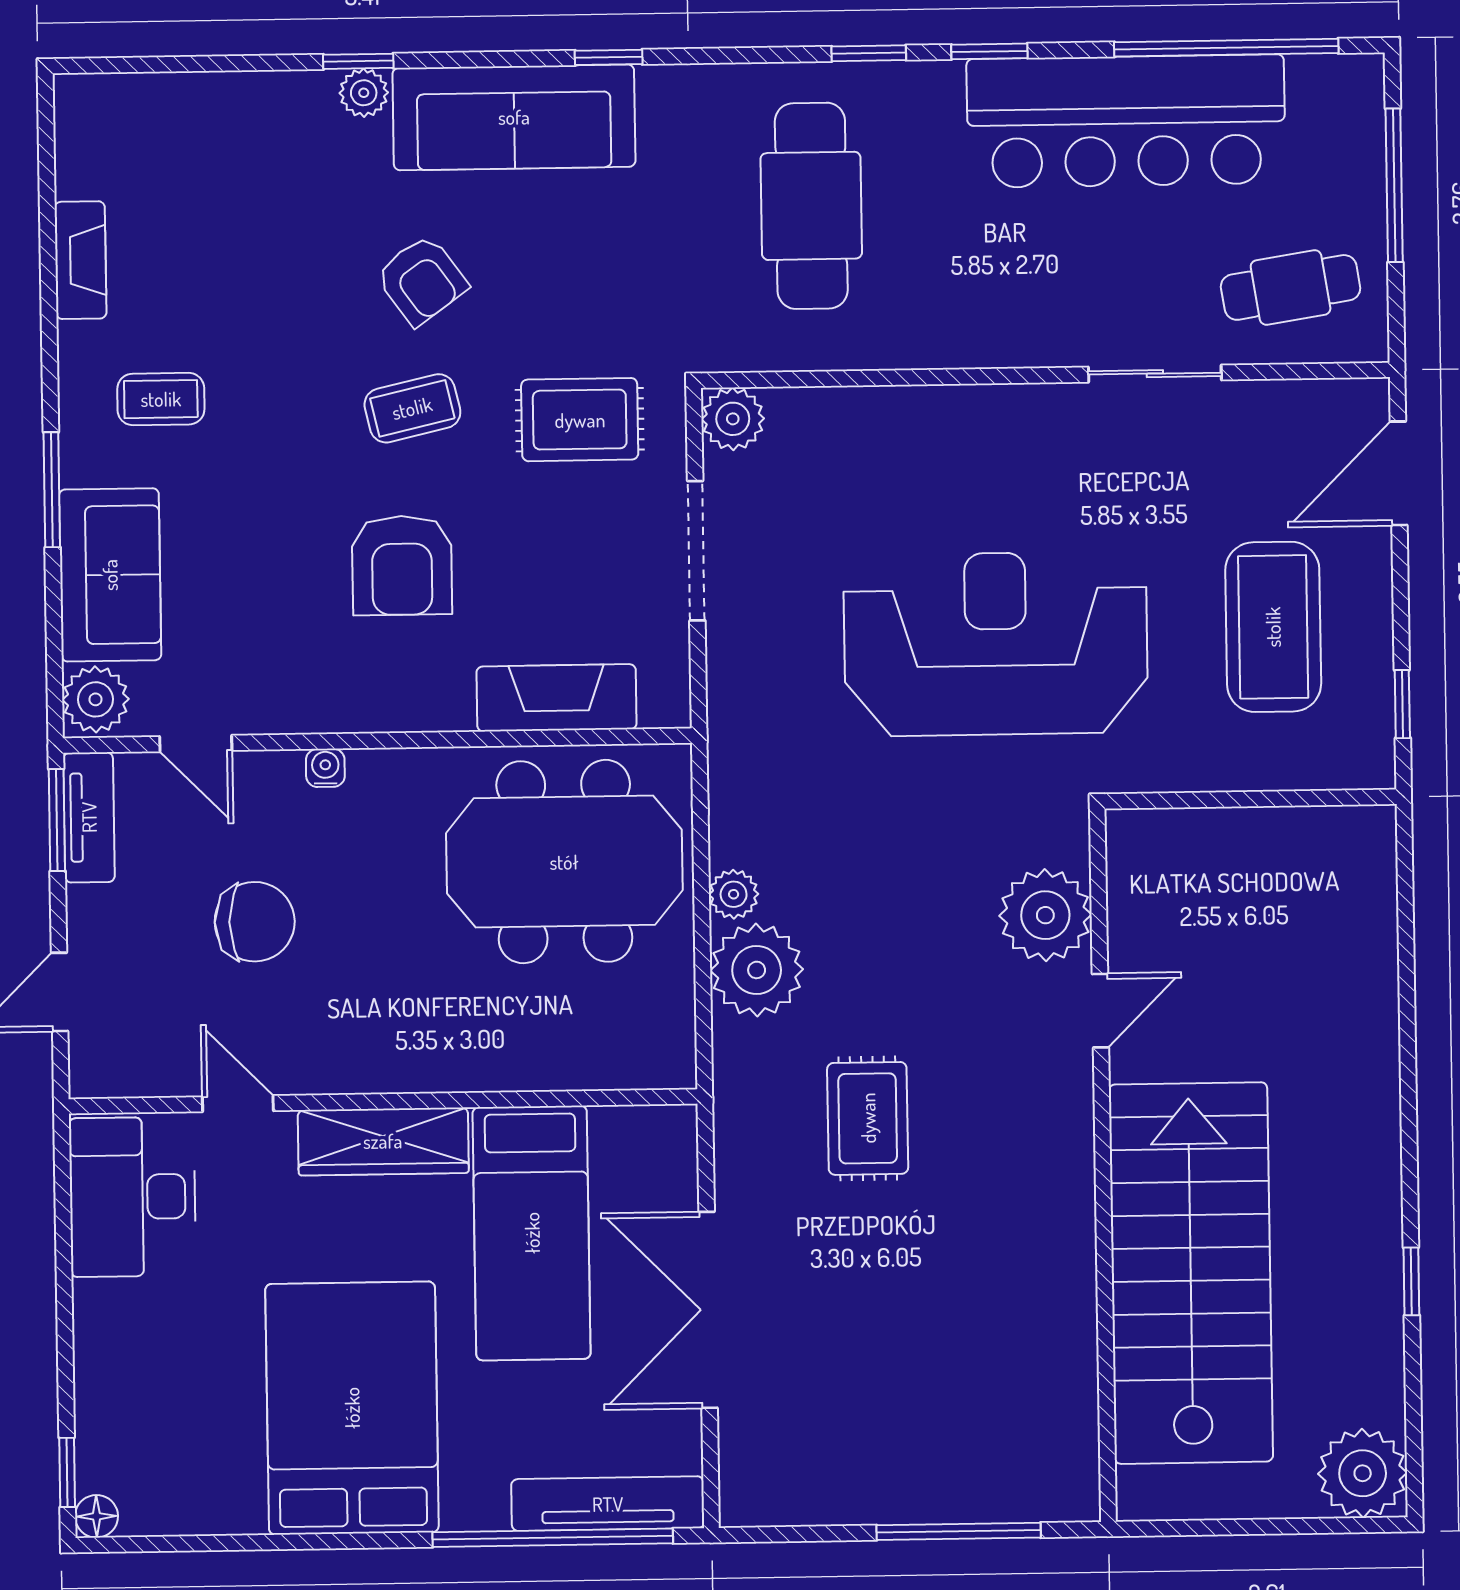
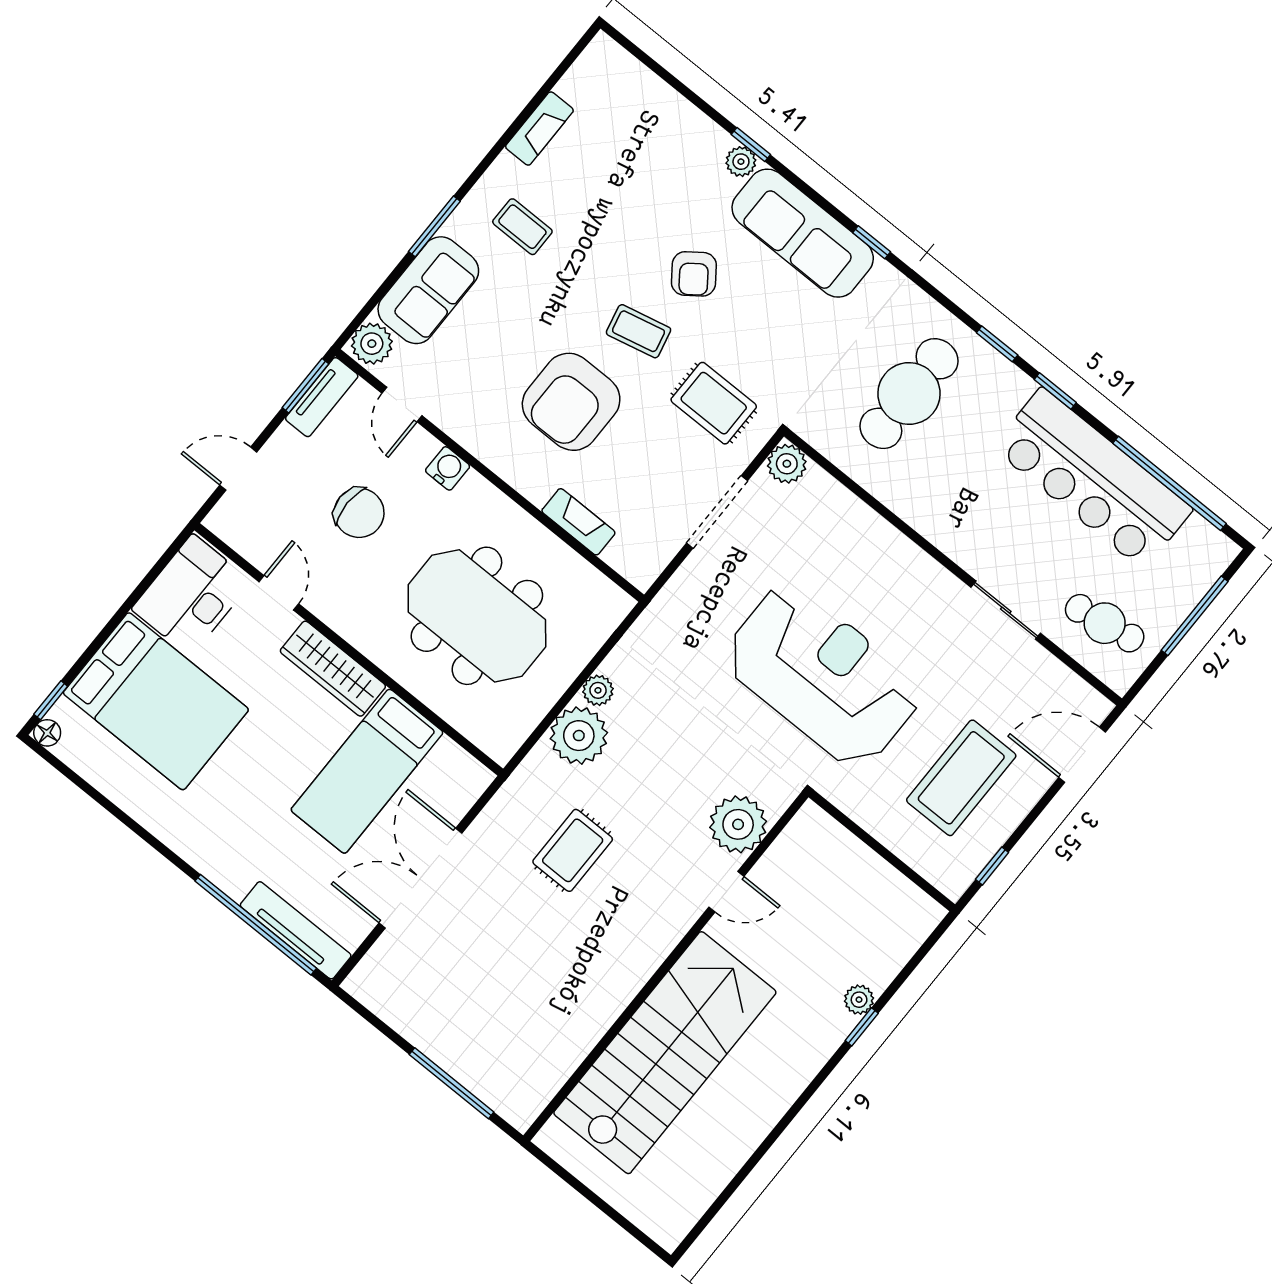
armchair: (402, 565) -> (571, 402), width x1.36, depth x1.36
fireplace: (557, 698) -> (578, 522), width x0.73, depth x0.76
water cooler: (325, 768) -> (448, 468), width x1.38, depth x1.38
meeting table: (564, 862) -> (477, 616), moved
window: (1411, 1281) -> (862, 1027), moved
bed: (352, 1408) -> (156, 701), moved, turned 90
plant: (1363, 1473) -> (859, 1000), moved, width x0.53, depth x0.53

